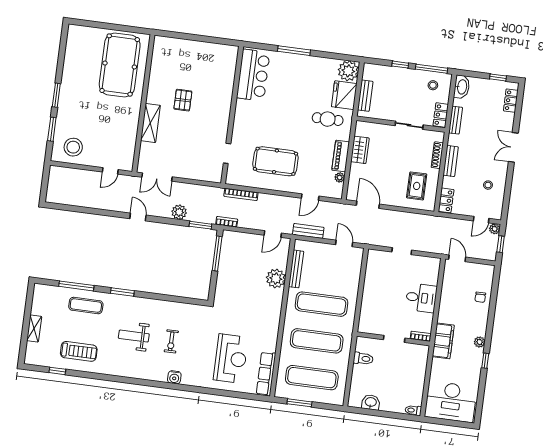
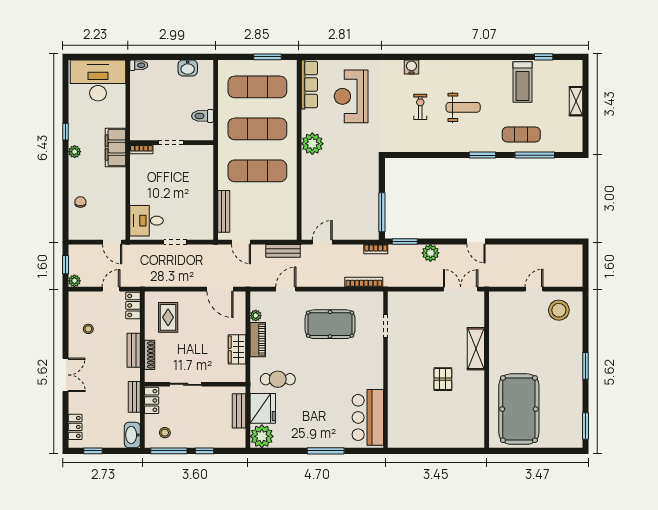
window: (52, 129) -> (585, 426), moved
door: (110, 171) -> (534, 289), moved
door: (481, 220) -> (111, 289), moved
bench: (296, 269) -> (224, 211), moved
plant: (276, 278) -> (312, 144), moved
desk: (421, 298) -> (147, 221), moved
treadmill: (79, 351) -> (522, 82), turned -90

